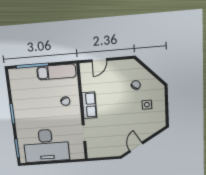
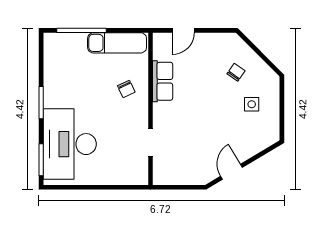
row of seats: (89, 105) -> (163, 81), moved
desk: (46, 146) -> (70, 144), moved, turned 90

